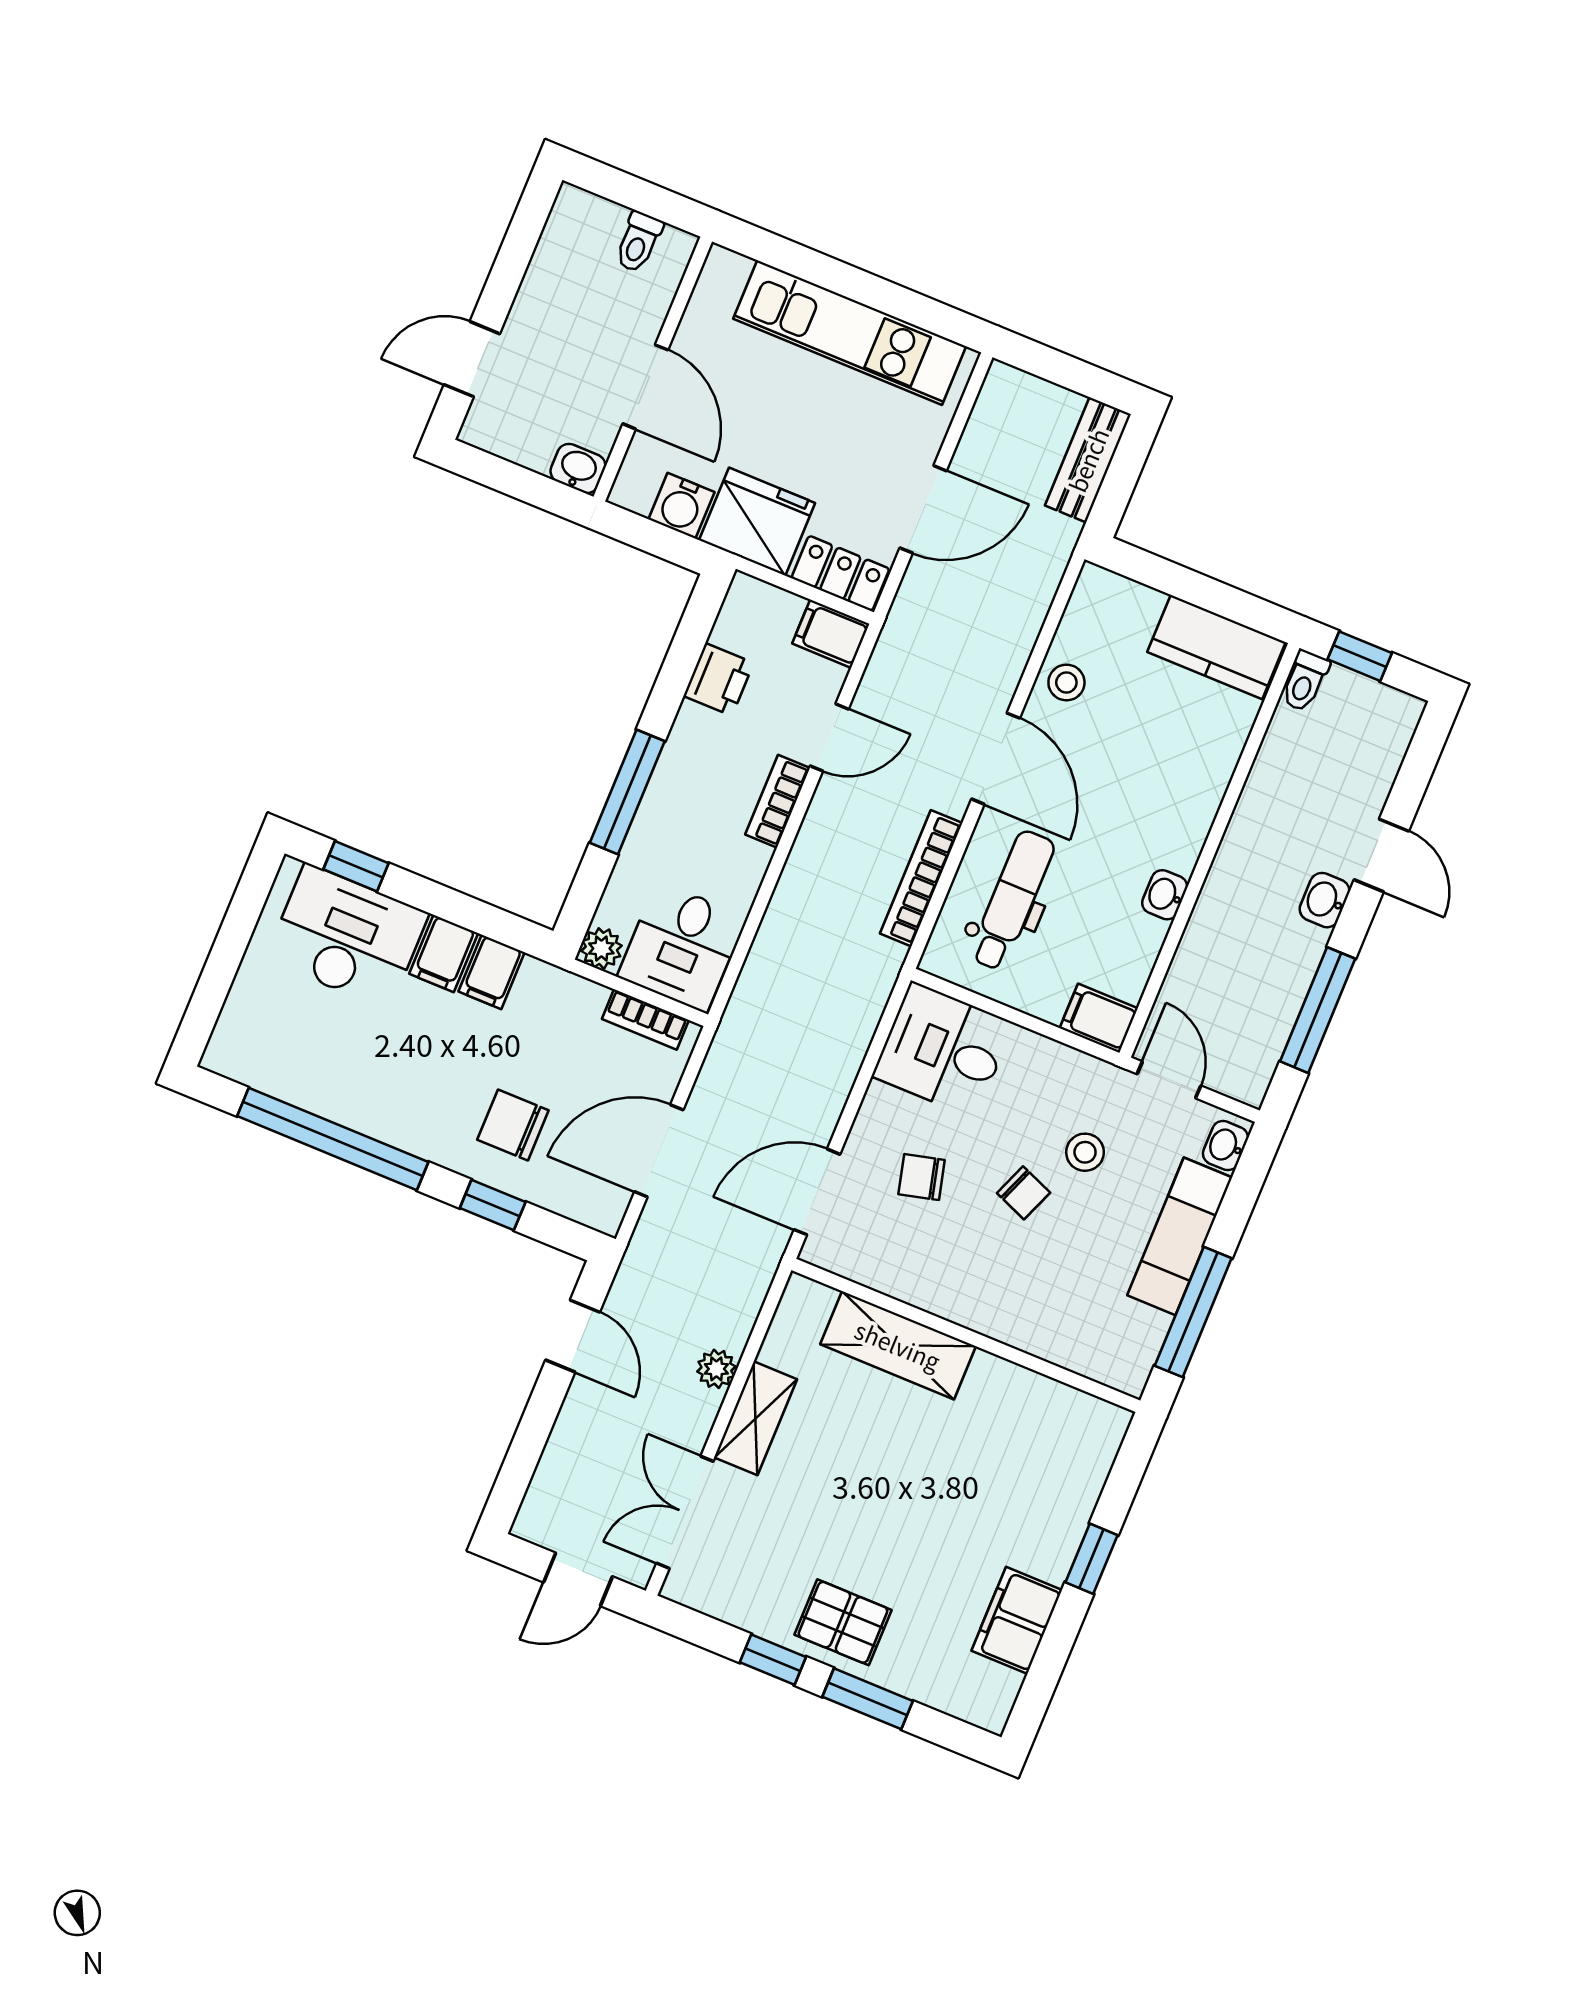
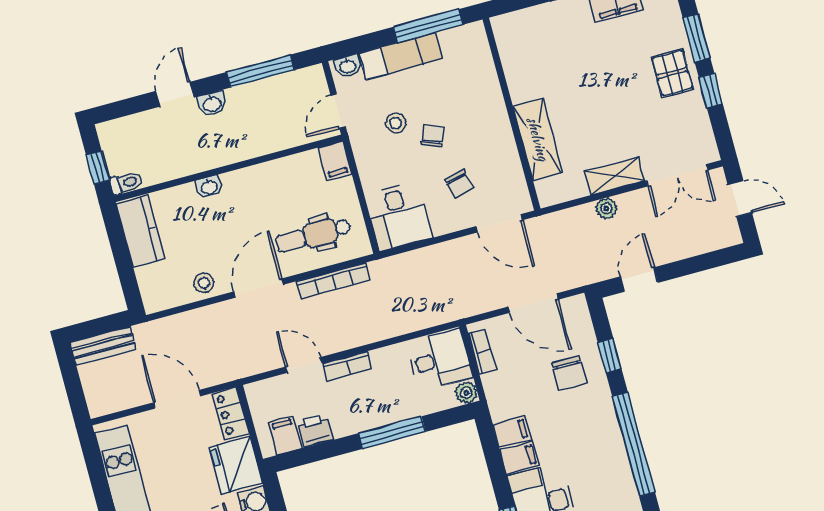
filing cabinet: (831, 634) -> (285, 435), moved, turned 180
washbasin: (1165, 895) -> (209, 187), moved

